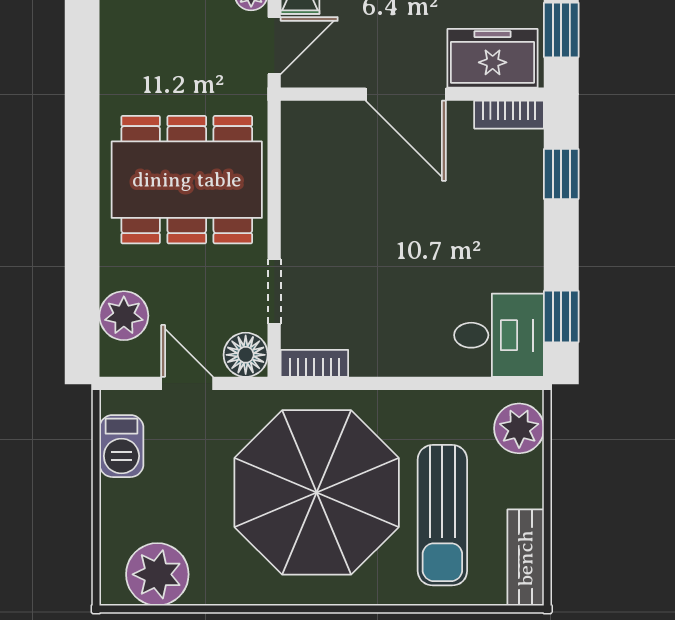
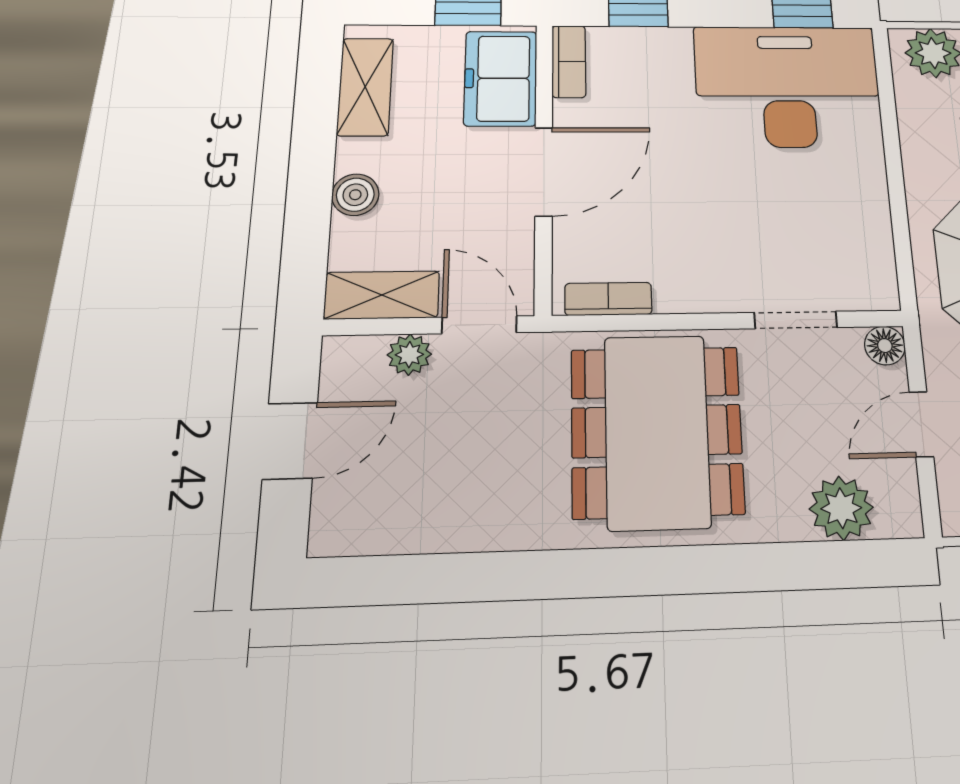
desk: (499, 335) -> (788, 86), width x1.87, depth x1.30
floor lamp: (246, 355) -> (885, 346), width x0.73, depth x0.73
bookcase: (314, 363) -> (608, 299), moved, turned 90

